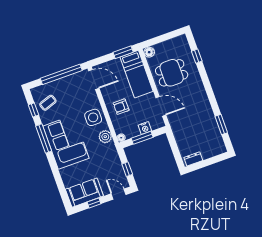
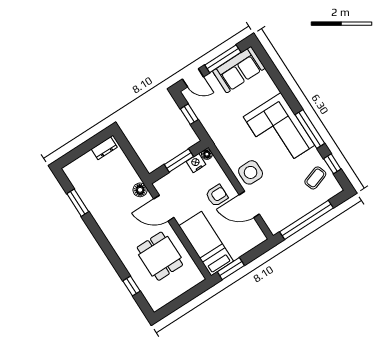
floor lamp: (149, 52) -> (140, 190), moved
dining table: (172, 73) -> (160, 256), turned 90
door: (94, 79) -> (249, 204), moved
nightstand: (145, 128) -> (196, 163), moved
plant: (105, 137) -> (228, 151), removed
window: (94, 203) -> (223, 59), width x2.17

